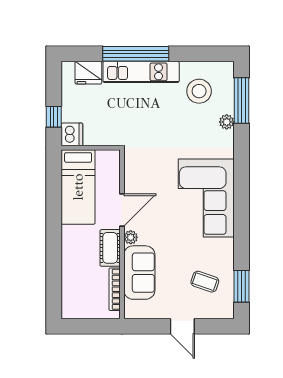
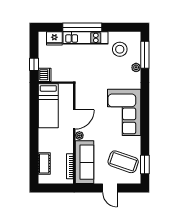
cot: (110, 248) -> (44, 164), moved
sofa: (139, 273) -> (84, 162), width x1.36
coffee table: (205, 282) -> (123, 162), width x1.86, depth x1.72

